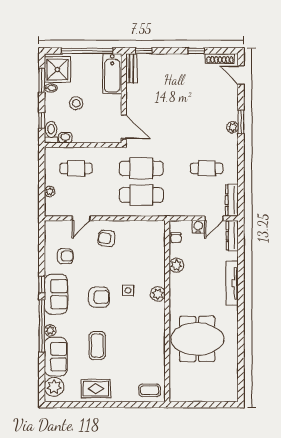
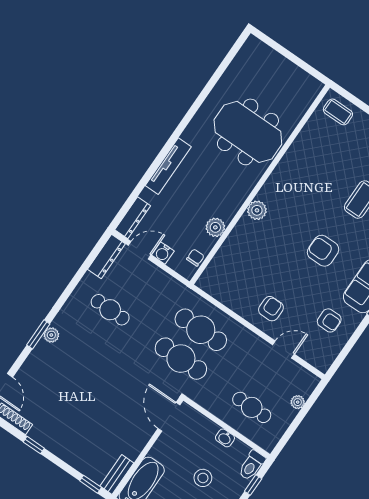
washbasin: (65, 138) -> (225, 438), moved
armchair: (107, 238) -> (271, 309), turned -97
armchair: (65, 256) -> (329, 320), turned 180
side table: (128, 290) -> (287, 236), removed

